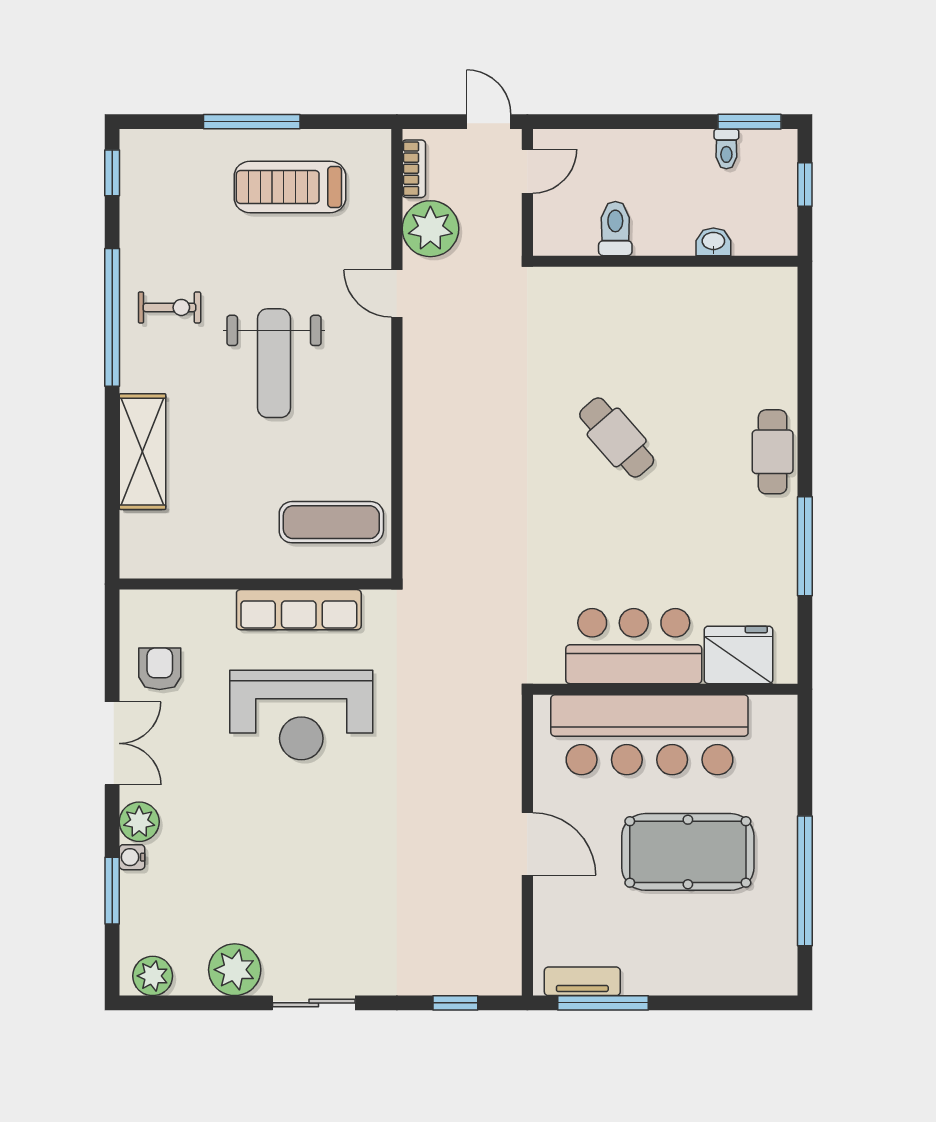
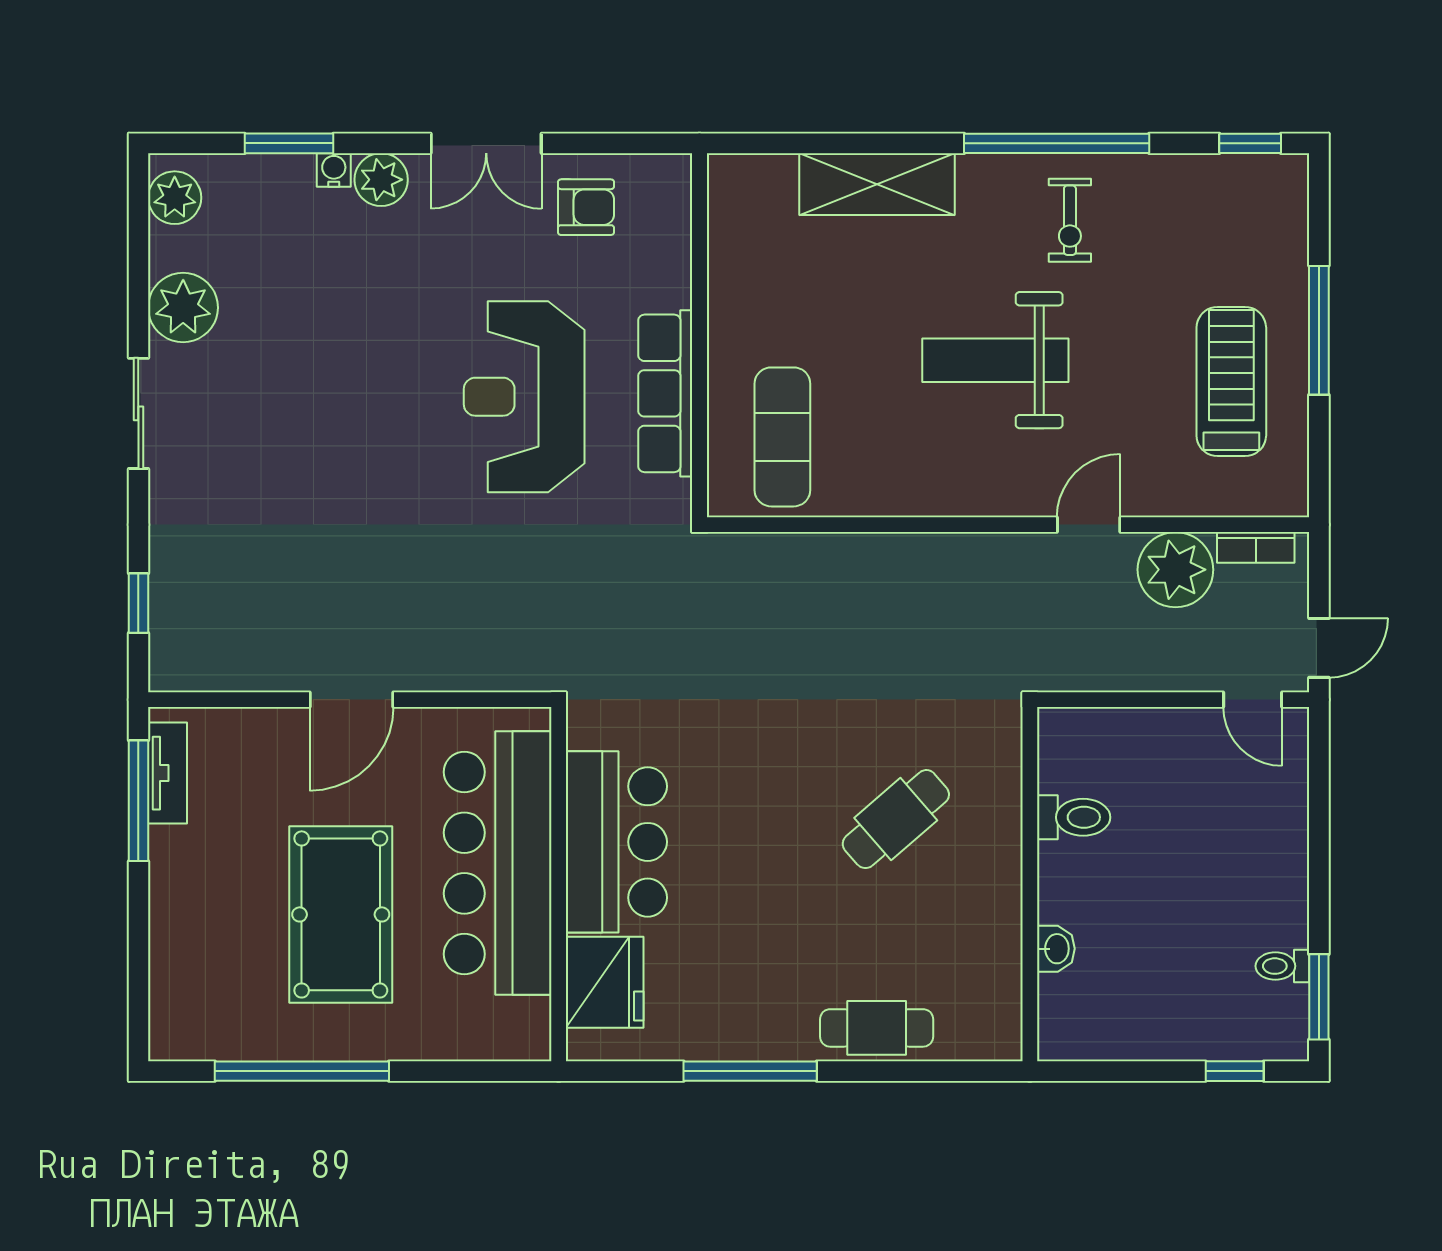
toilet: (615, 229) -> (1074, 817), moved
washbasin: (713, 242) -> (1056, 949), moved
wall: (665, 261) -> (1030, 884), moved

